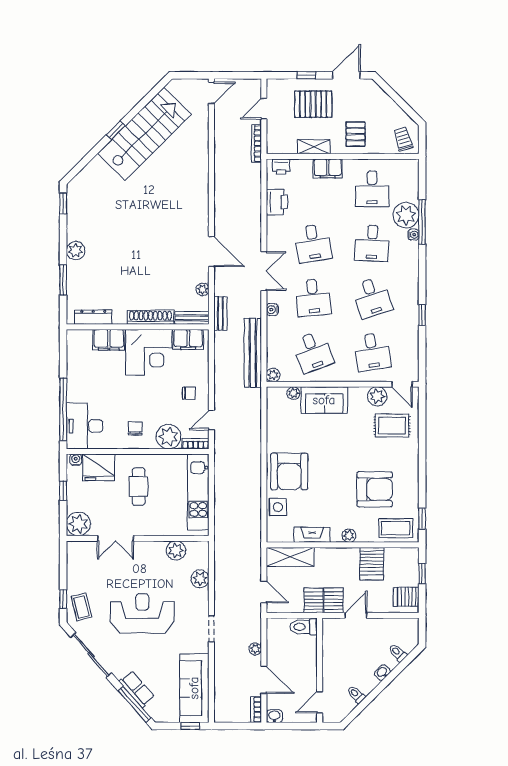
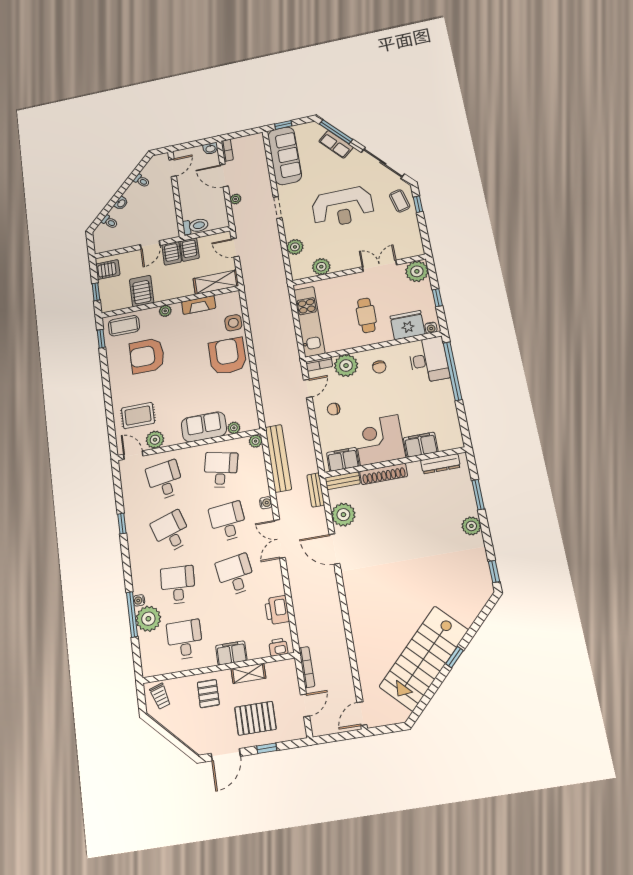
plant: (203, 289) -> (343, 515), width x1.88, depth x1.88
desk: (313, 352) -> (221, 470), turned 33

